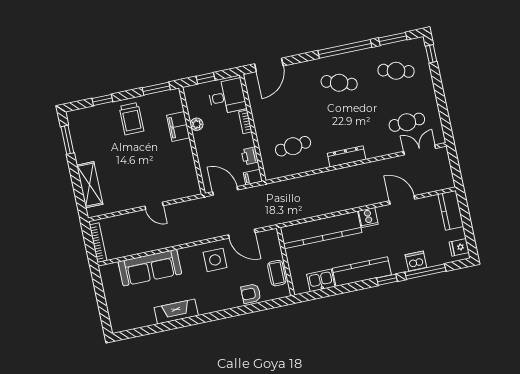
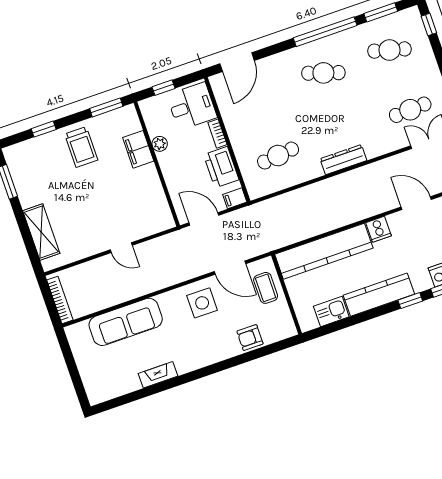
printer: (250, 156) -> (221, 167), width x1.87, depth x1.48
coffee table: (277, 273) -> (266, 288), moved
fireplace: (176, 312) -> (158, 375), width x0.73, depth x0.76

